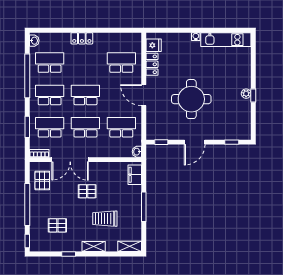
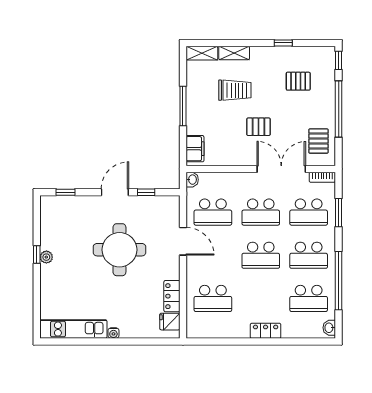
door: (144, 95) -> (183, 241), moved
window: (161, 142) -> (146, 192), moved
shelving: (94, 247) -> (234, 53), moved

